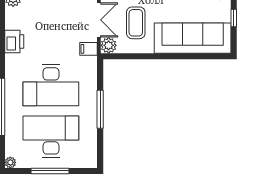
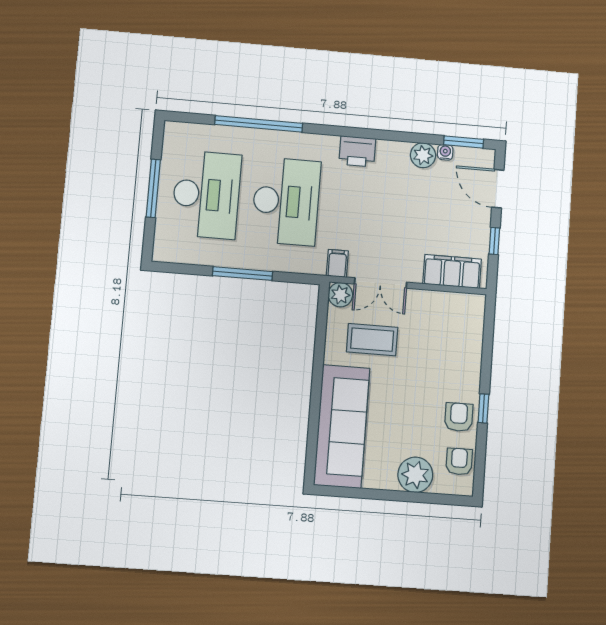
window: (234, 18) -> (368, 494), removed
desk: (51, 85) -> (286, 201), turned 180
plant: (10, 162) -> (172, 129), removed

